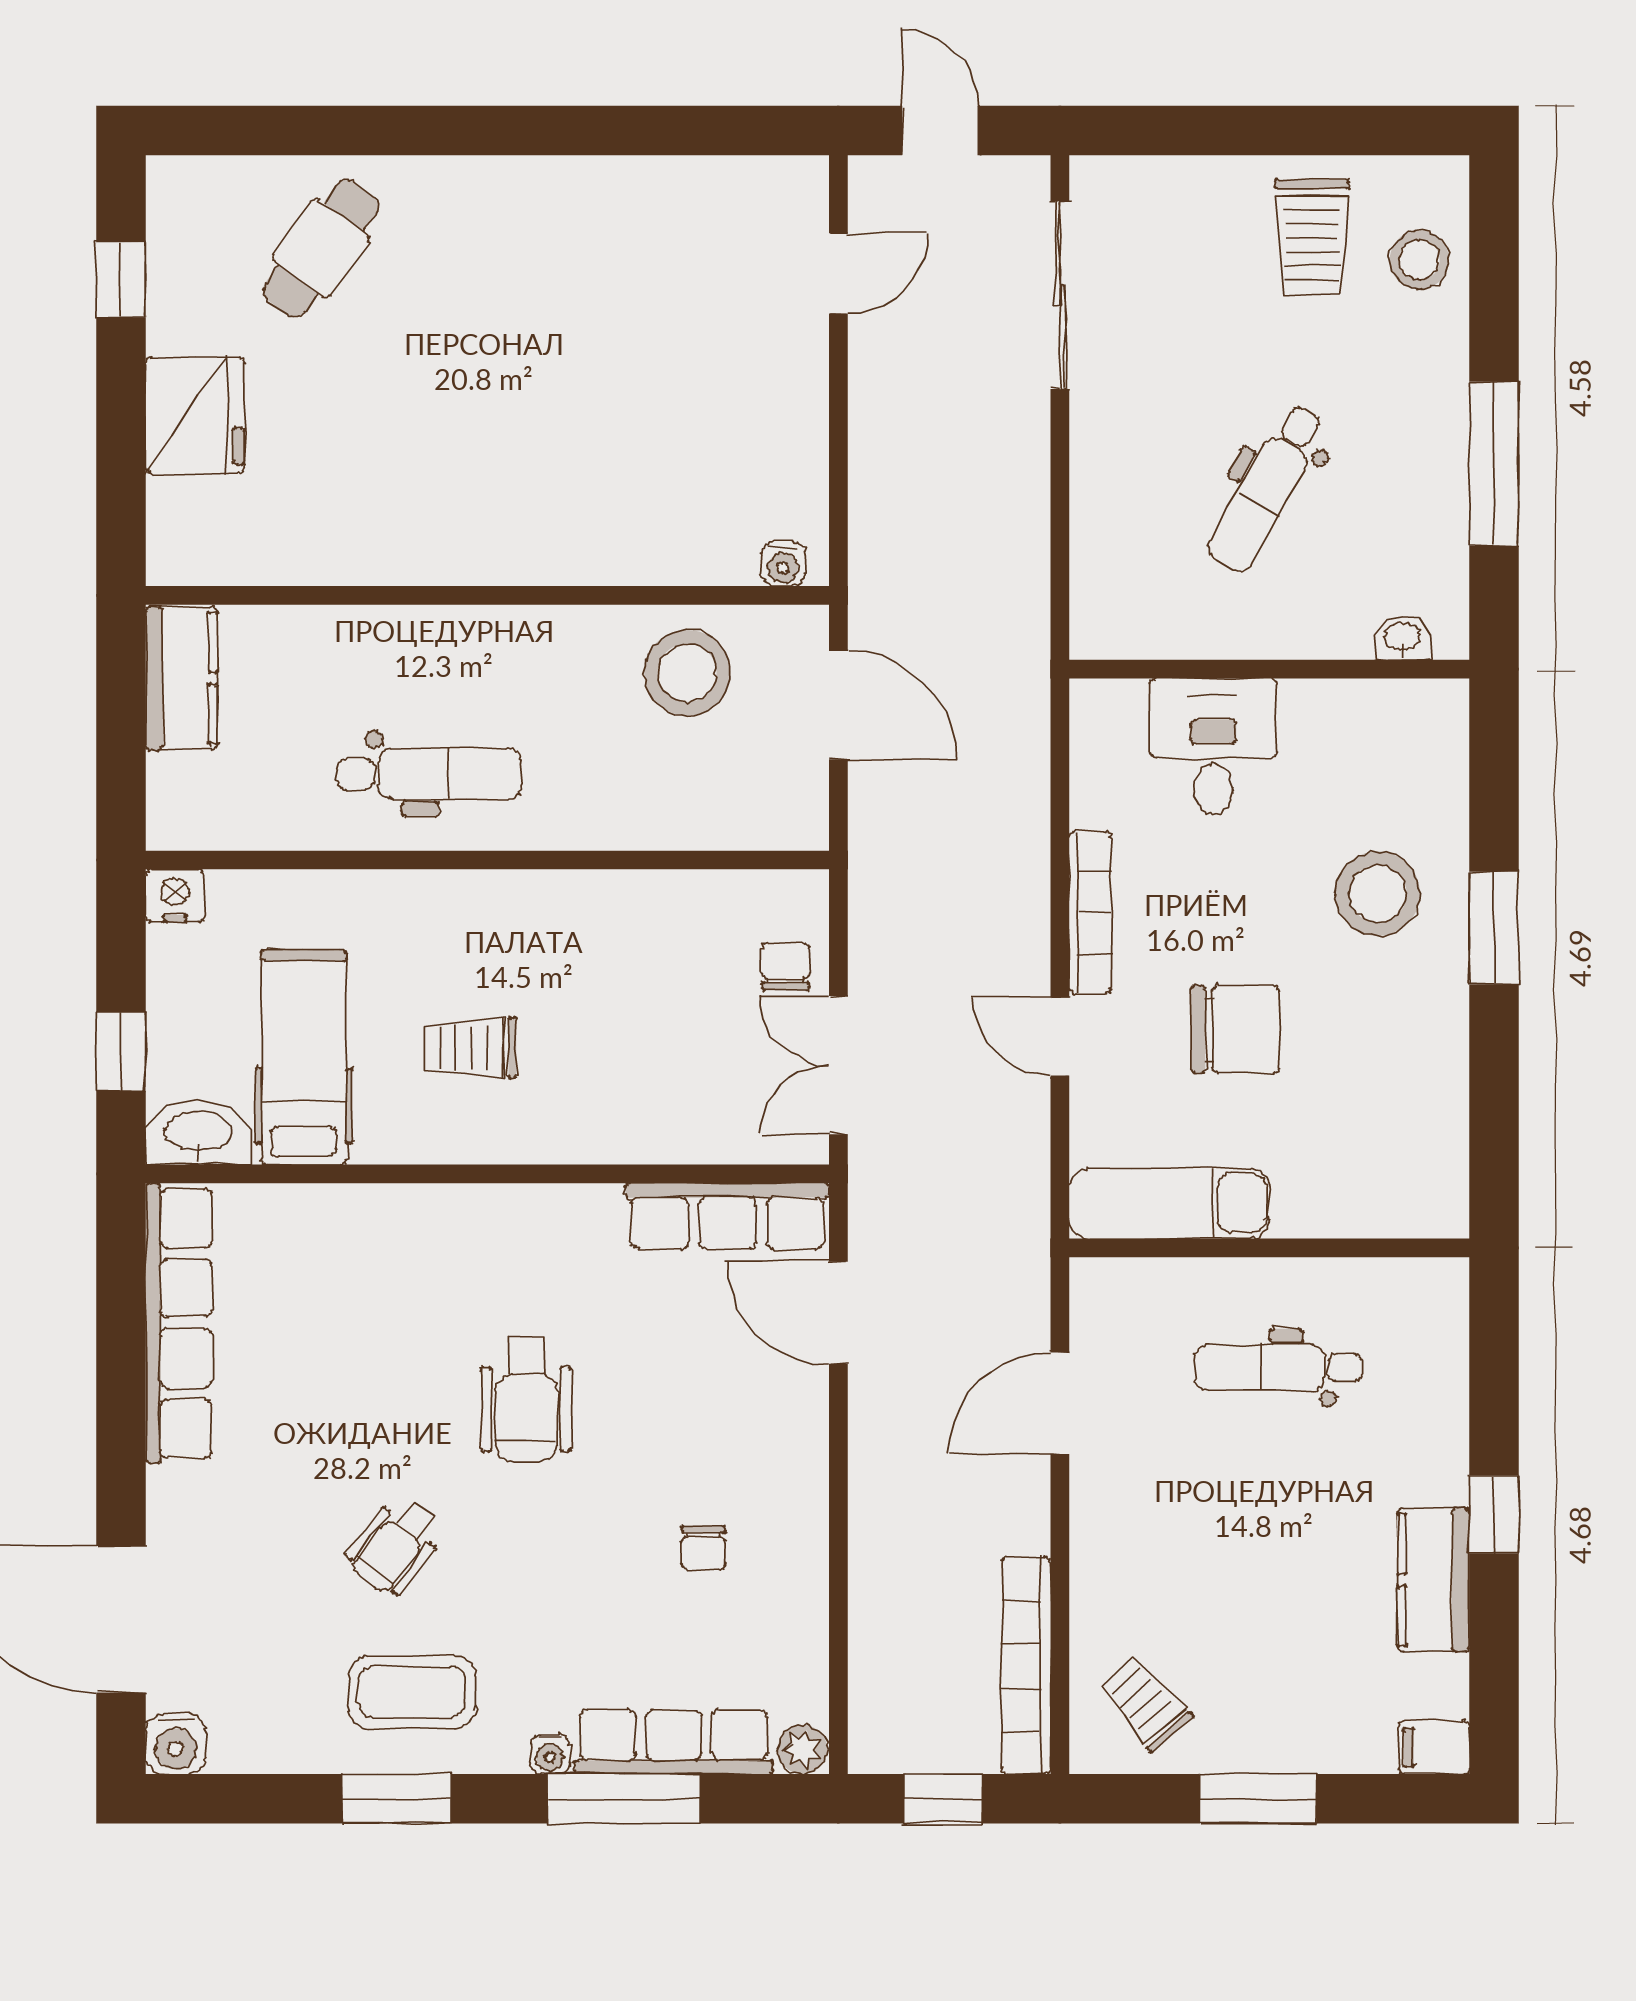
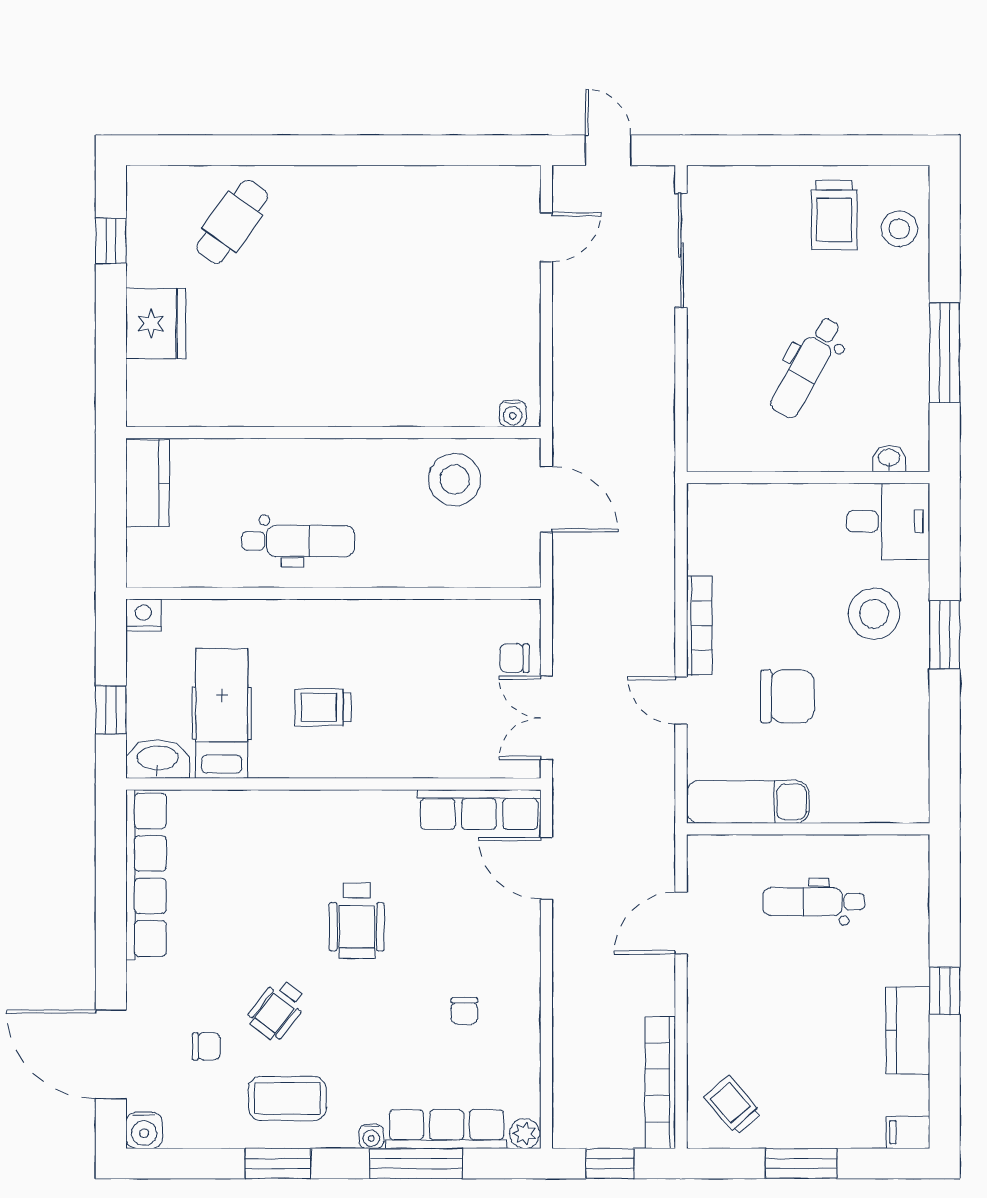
desk: (1213, 747) -> (888, 521), moved, turned 90
chair: (786, 967) -> (514, 658), turned -90
chair: (278, 1606) -> (206, 1046), added

